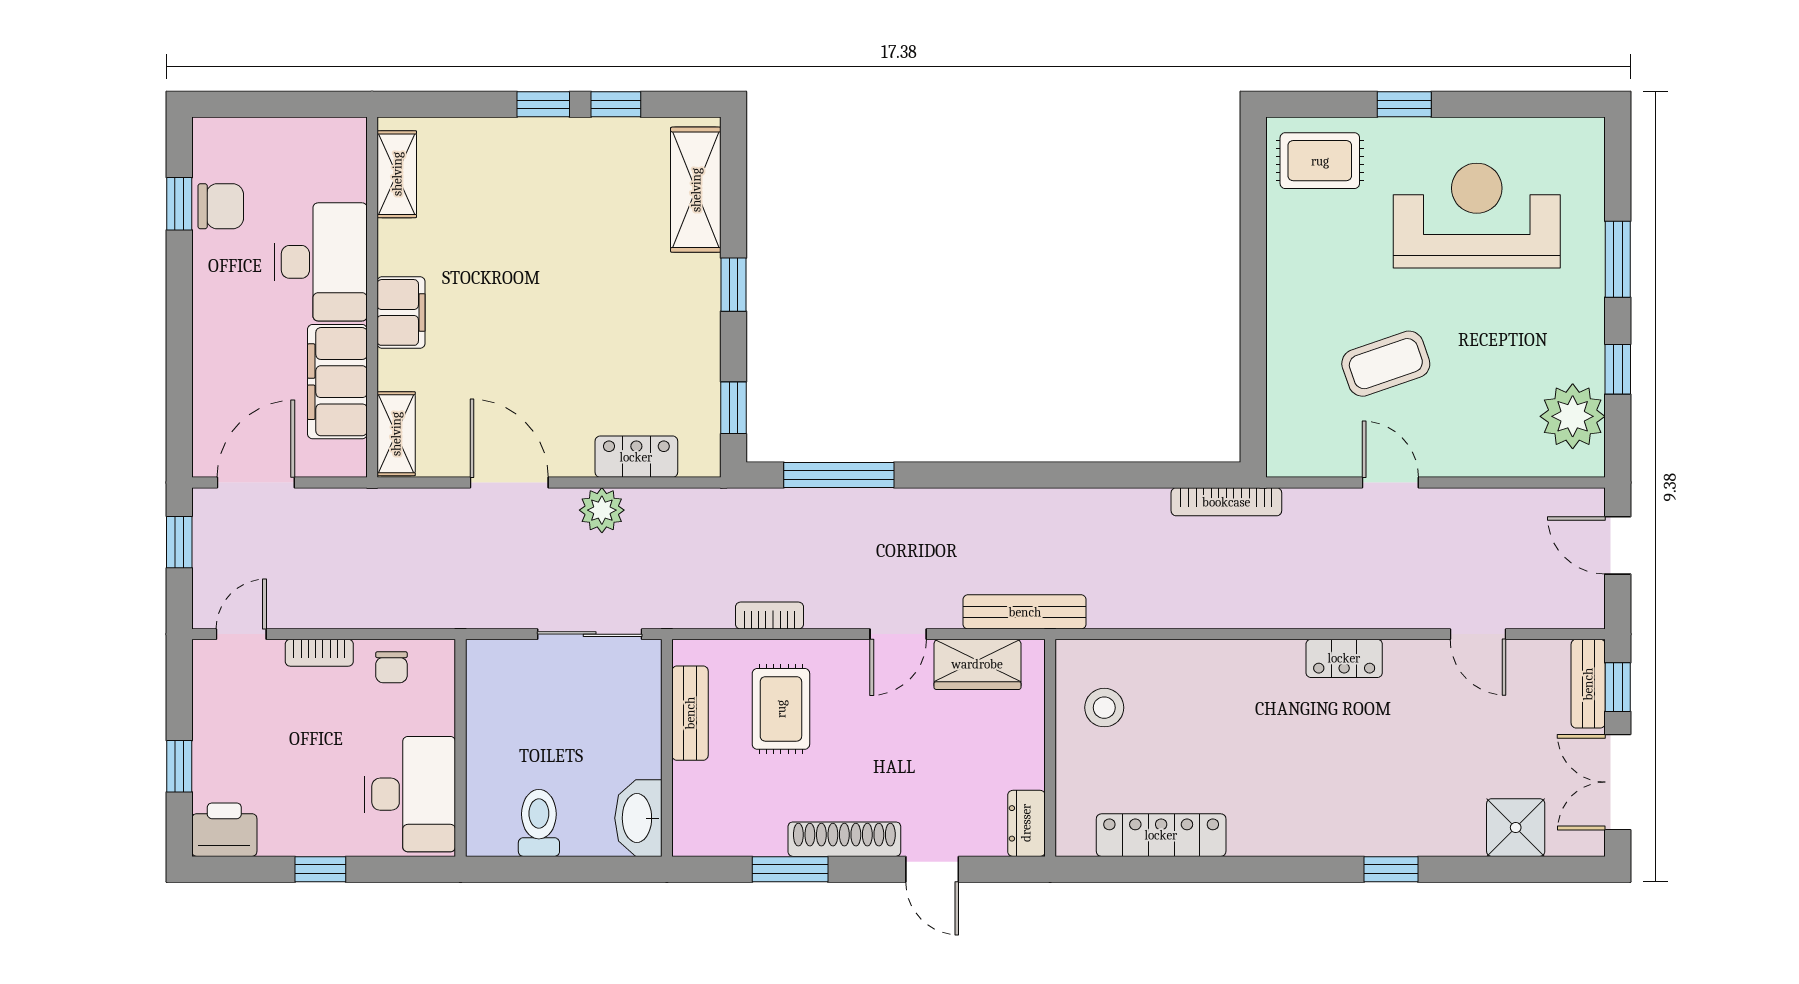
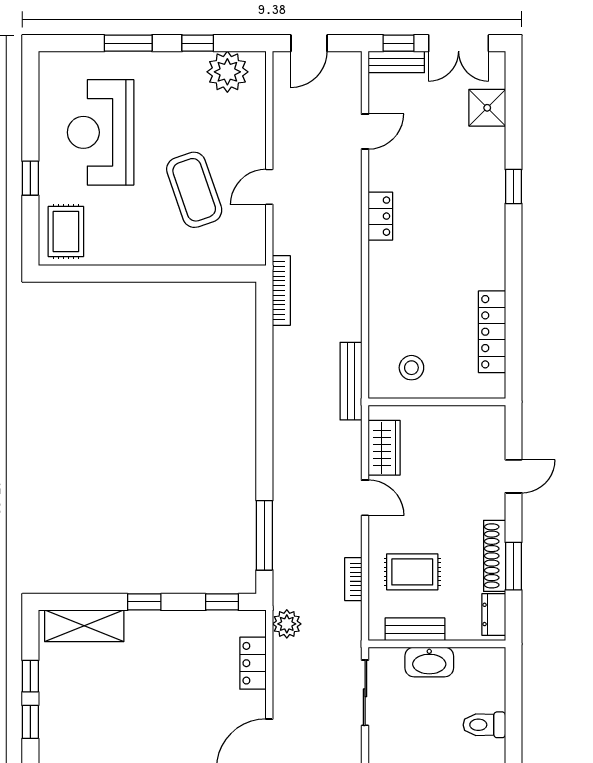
coffee table: (1386, 364) -> (194, 190), width x1.36, depth x1.32
plant: (602, 510) -> (287, 624), moved
bench: (1025, 612) -> (351, 381), moved
washbasin: (638, 818) -> (429, 662), moved
dresser: (1026, 823) -> (494, 614), moved, turned 90
shoe rack: (844, 839) -> (495, 556), moved

